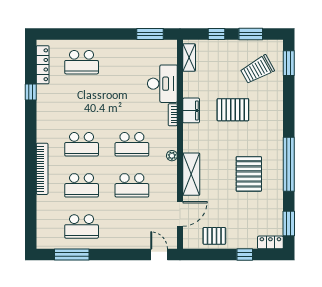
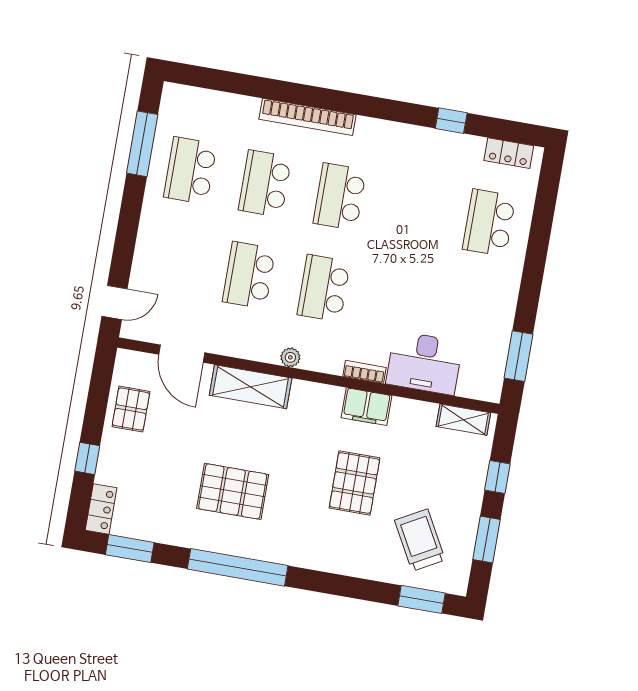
locker: (43, 65) -> (509, 153), width x0.66

